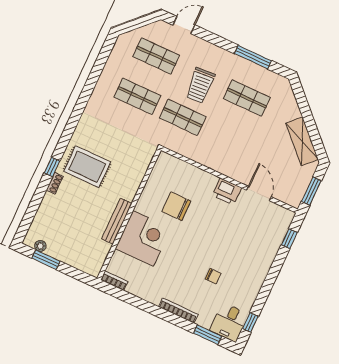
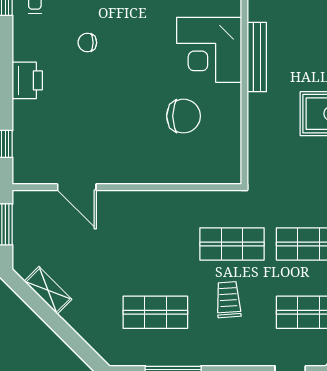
trolley: (200, 85) -> (228, 300), width x0.73, depth x0.72
shelving: (302, 141) -> (48, 290), width x0.67, depth x0.75
printer: (227, 191) -> (27, 80), moved, turned 90

